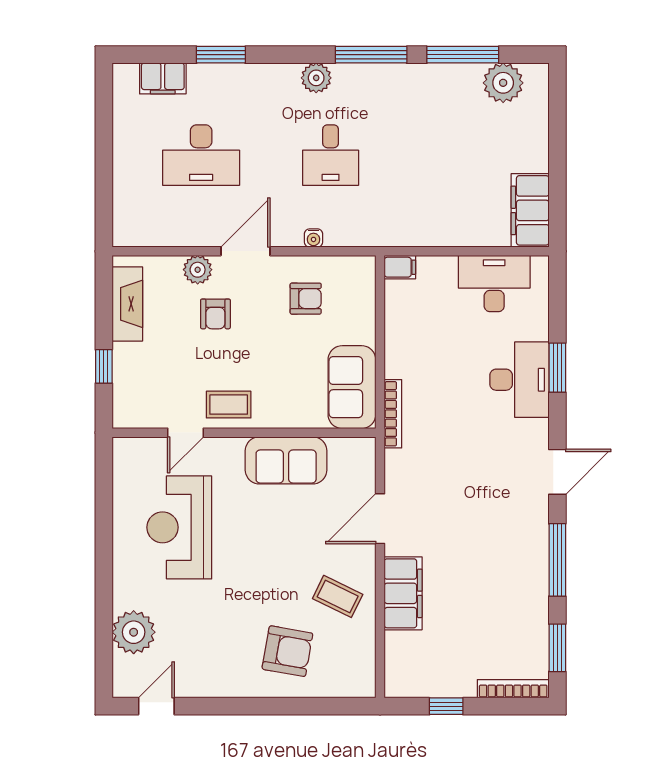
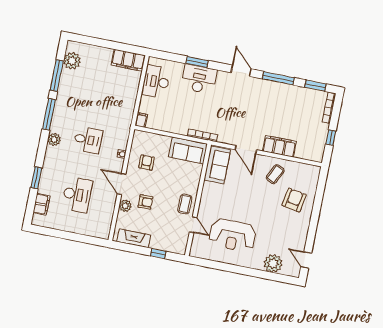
sofa: (286, 460) -> (217, 165), moved

